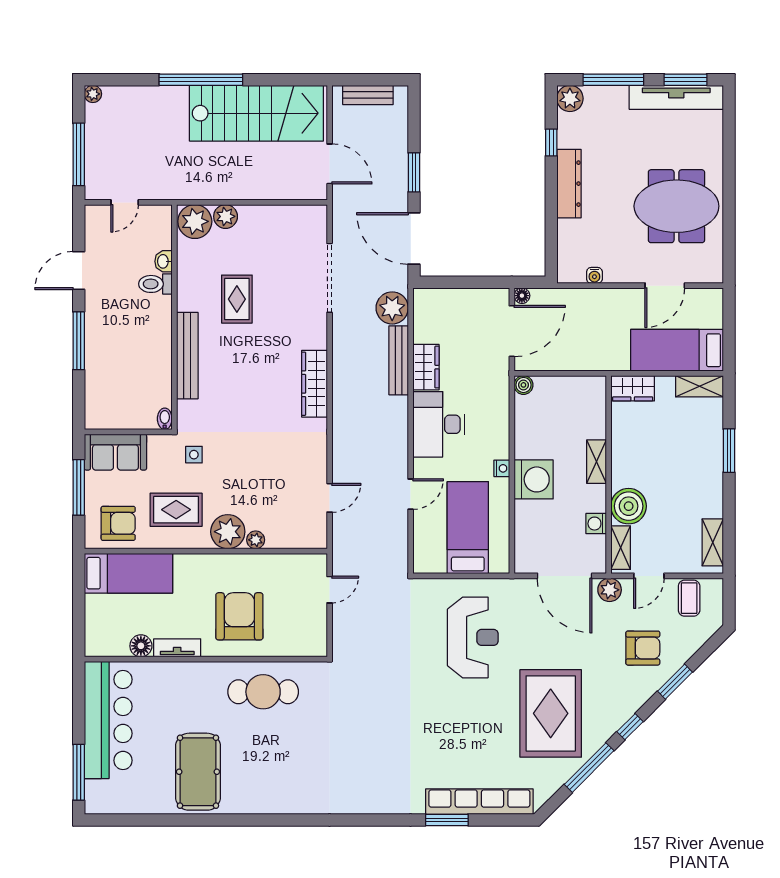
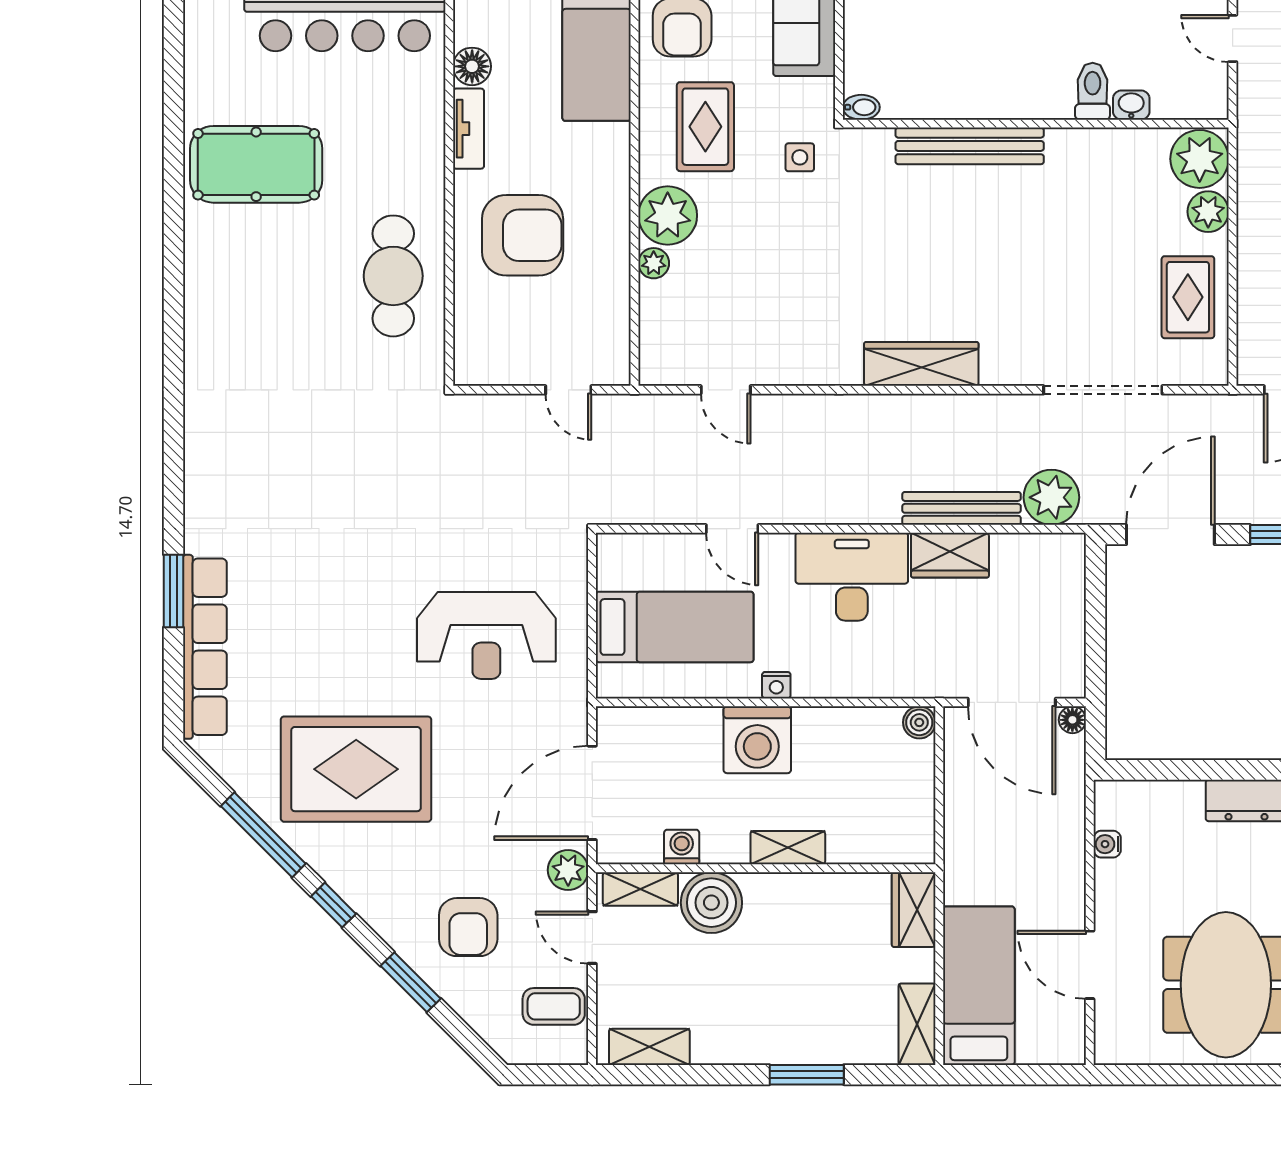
rug: (237, 299) -> (1188, 297), moved, turned 90

